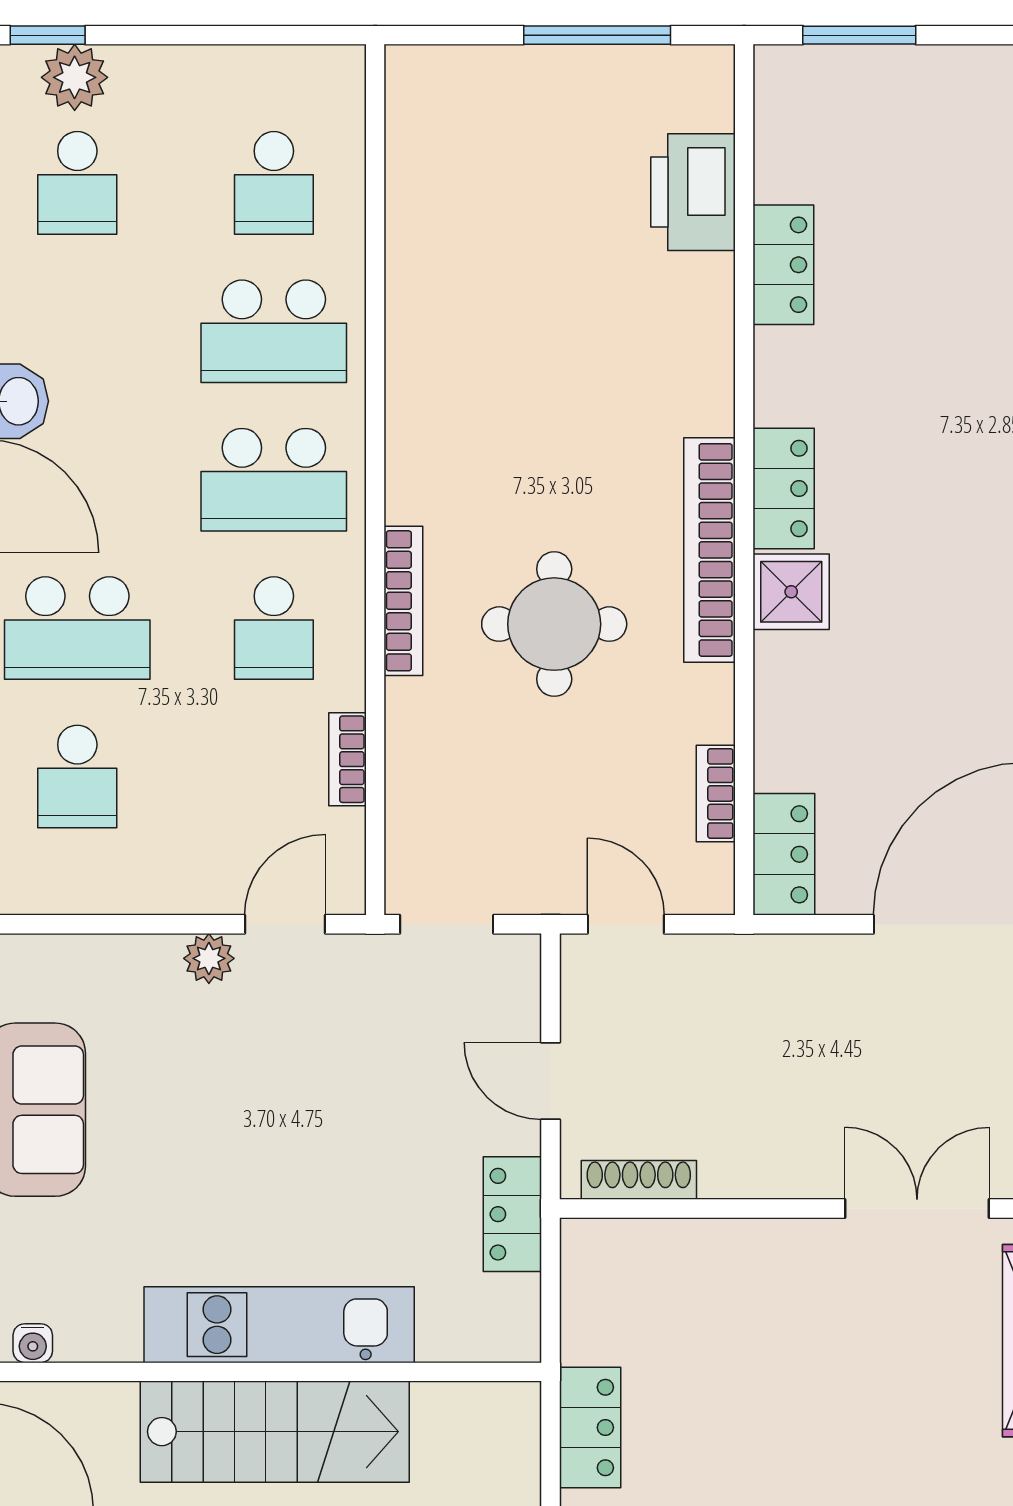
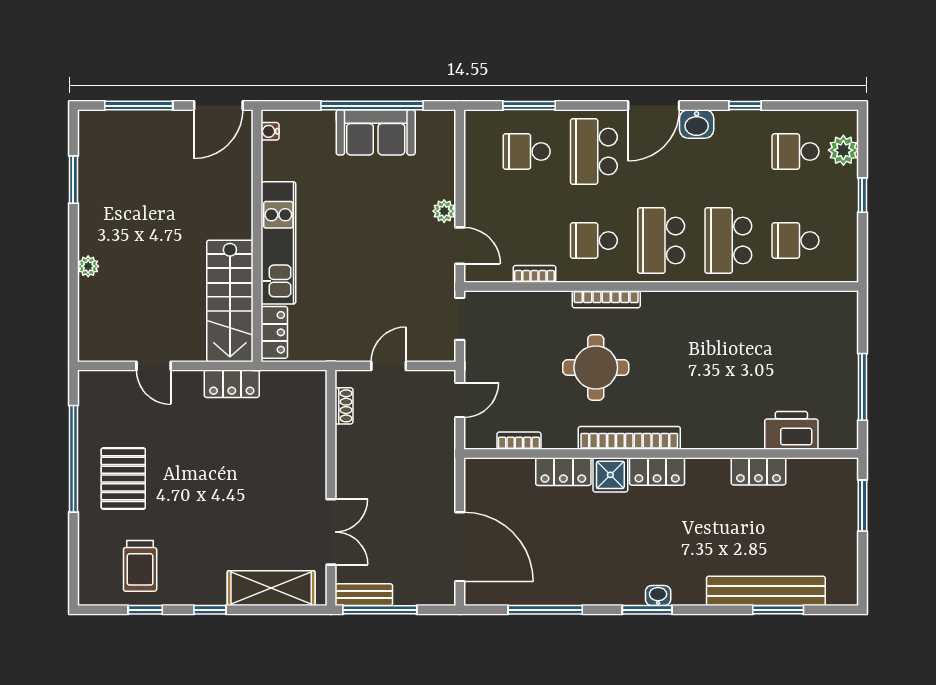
window: (48, 35) -> (862, 195), moved
locker: (784, 854) -> (563, 472), moved
shoe rack: (639, 1180) -> (344, 406), width x0.70
locker: (512, 1214) -> (274, 332), moved, turned 90
stairs: (275, 1432) -> (230, 301), moved

